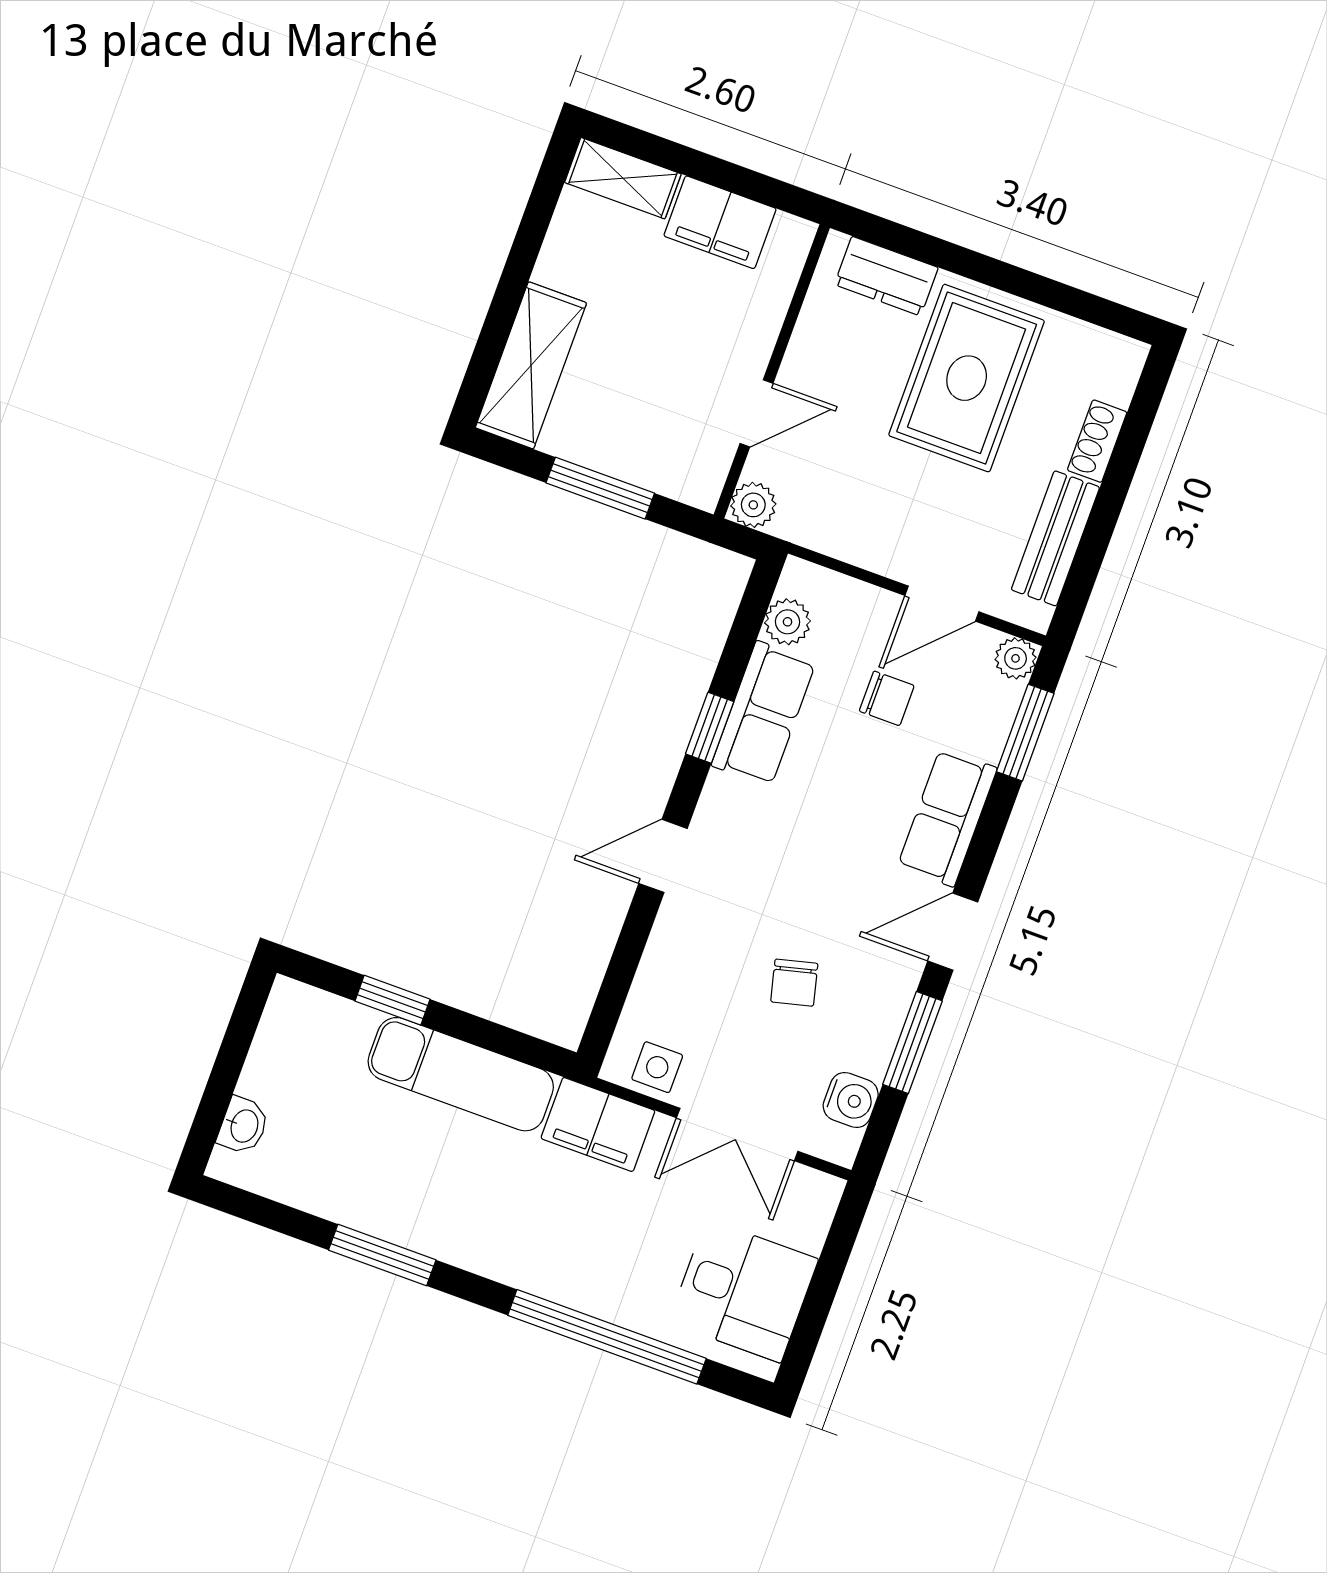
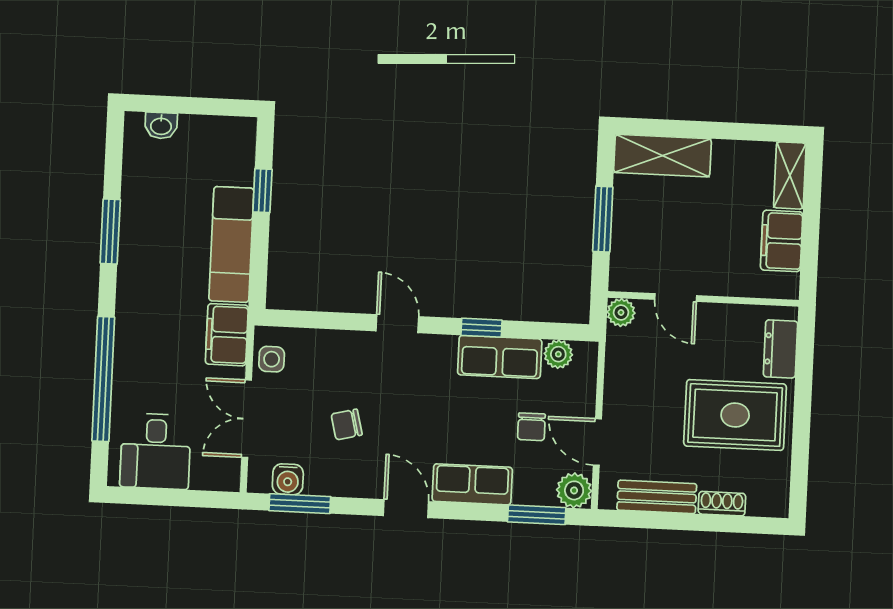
plant: (1016, 658) -> (574, 490), width x1.38, depth x1.38
window: (912, 1043) -> (300, 504), moved

